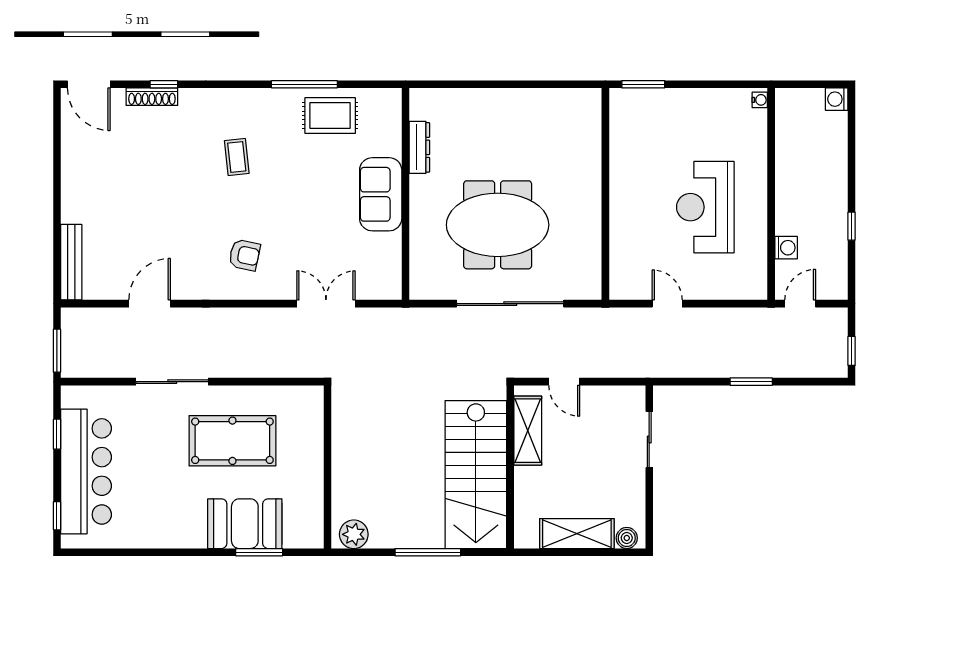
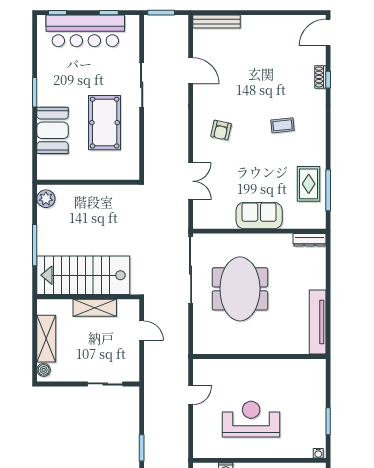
window: (304, 84) -> (328, 190), moved
window: (643, 84) -> (328, 421), moved
shoe rack: (152, 97) -> (320, 77), width x0.70
tv unit: (550, 101) -> (318, 322), added
dresser: (419, 147) -> (309, 240), moved
sliding door: (510, 304) -> (191, 270), moved
door: (564, 382) -> (142, 331), swing flipped
shelving: (528, 431) -> (95, 308), moved
window: (259, 552) -> (35, 92), moved

